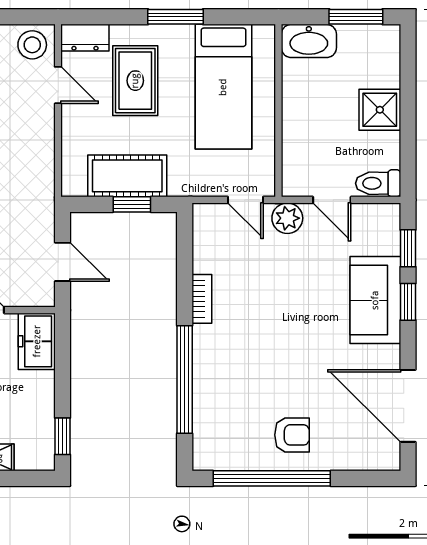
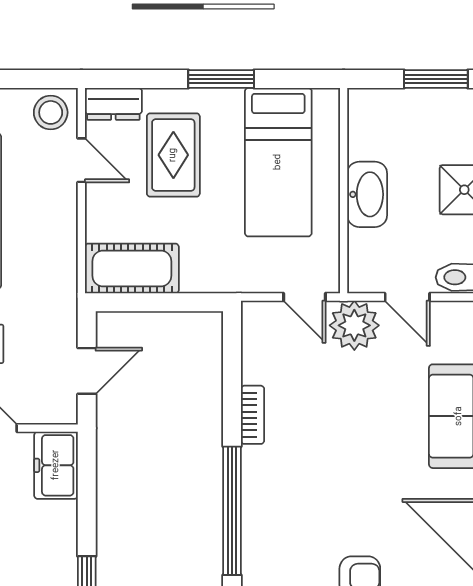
washbasin: (309, 41) -> (367, 194), moved, turned -90
cot: (127, 176) -> (132, 268), moved
window: (132, 204) -> (169, 302), removed
plant: (287, 218) -> (354, 325), width x1.36, depth x1.36
door: (62, 262) -> (87, 371), hinge flipped

